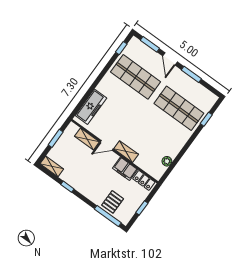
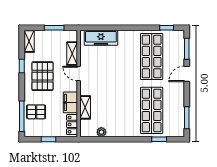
window: (191, 74) -> (187, 118), moved
shelving: (126, 152) -> (85, 107), moved
pallet: (88, 176) -> (42, 76), added

